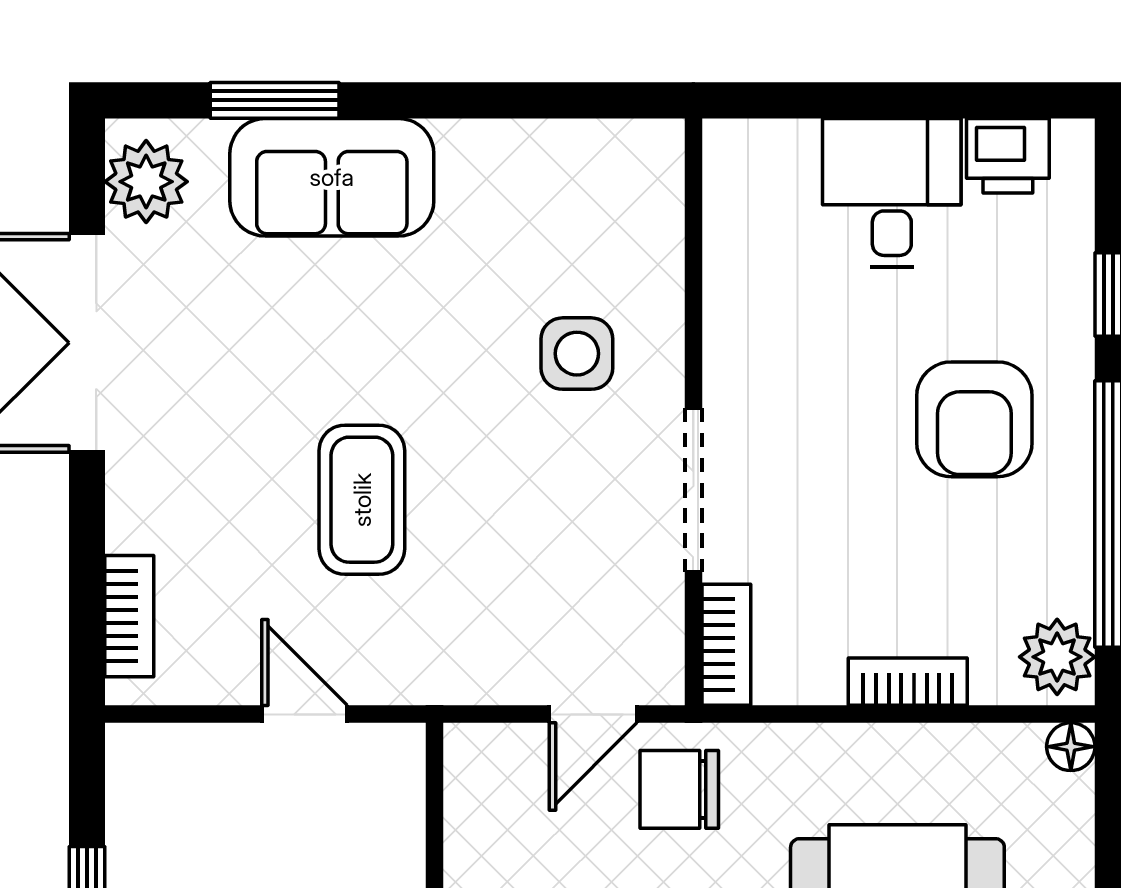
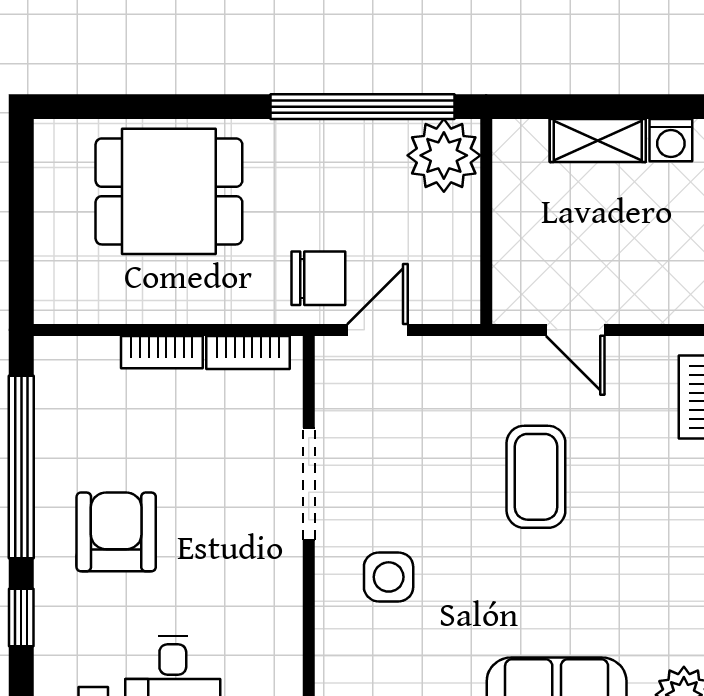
bookcase: (726, 645) -> (248, 352), moved, turned -90
plant: (1057, 657) -> (59, 369), removed
floor lamp: (1071, 747) -> (50, 308), removed

